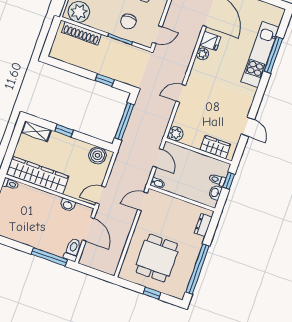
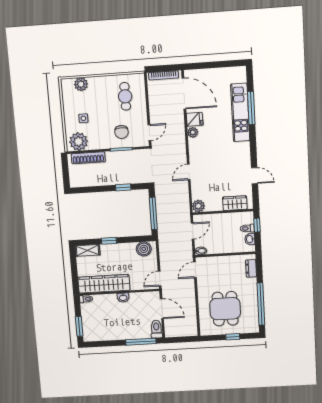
door: (158, 158) -> (192, 231), hinge flipped
washbasin: (68, 205) -> (123, 298), moved

